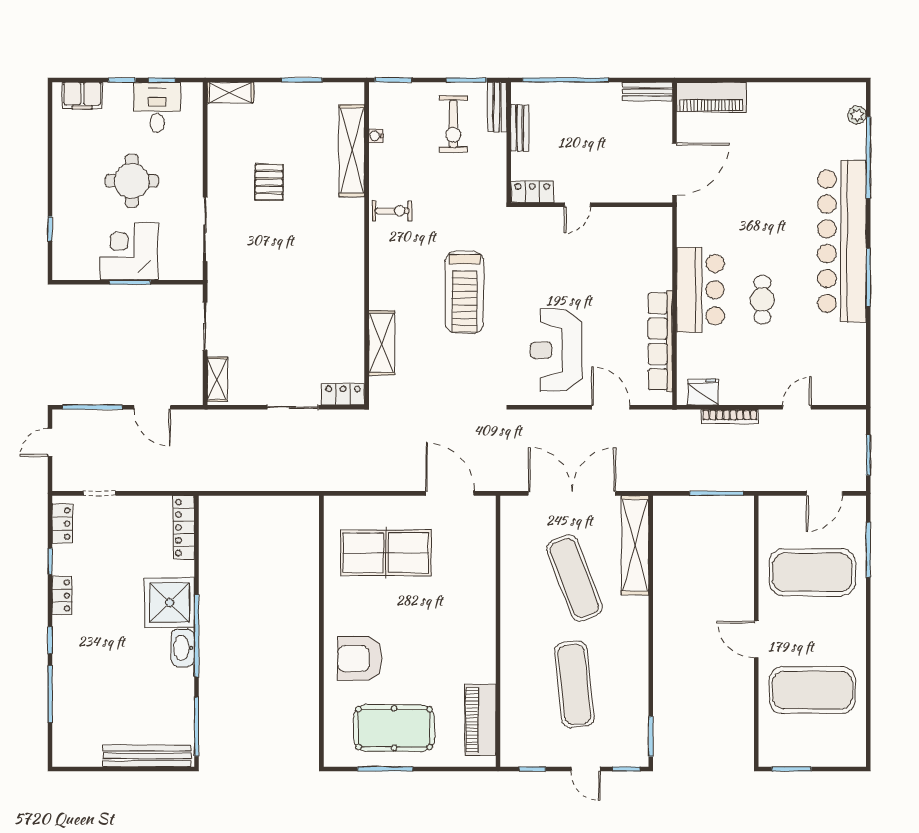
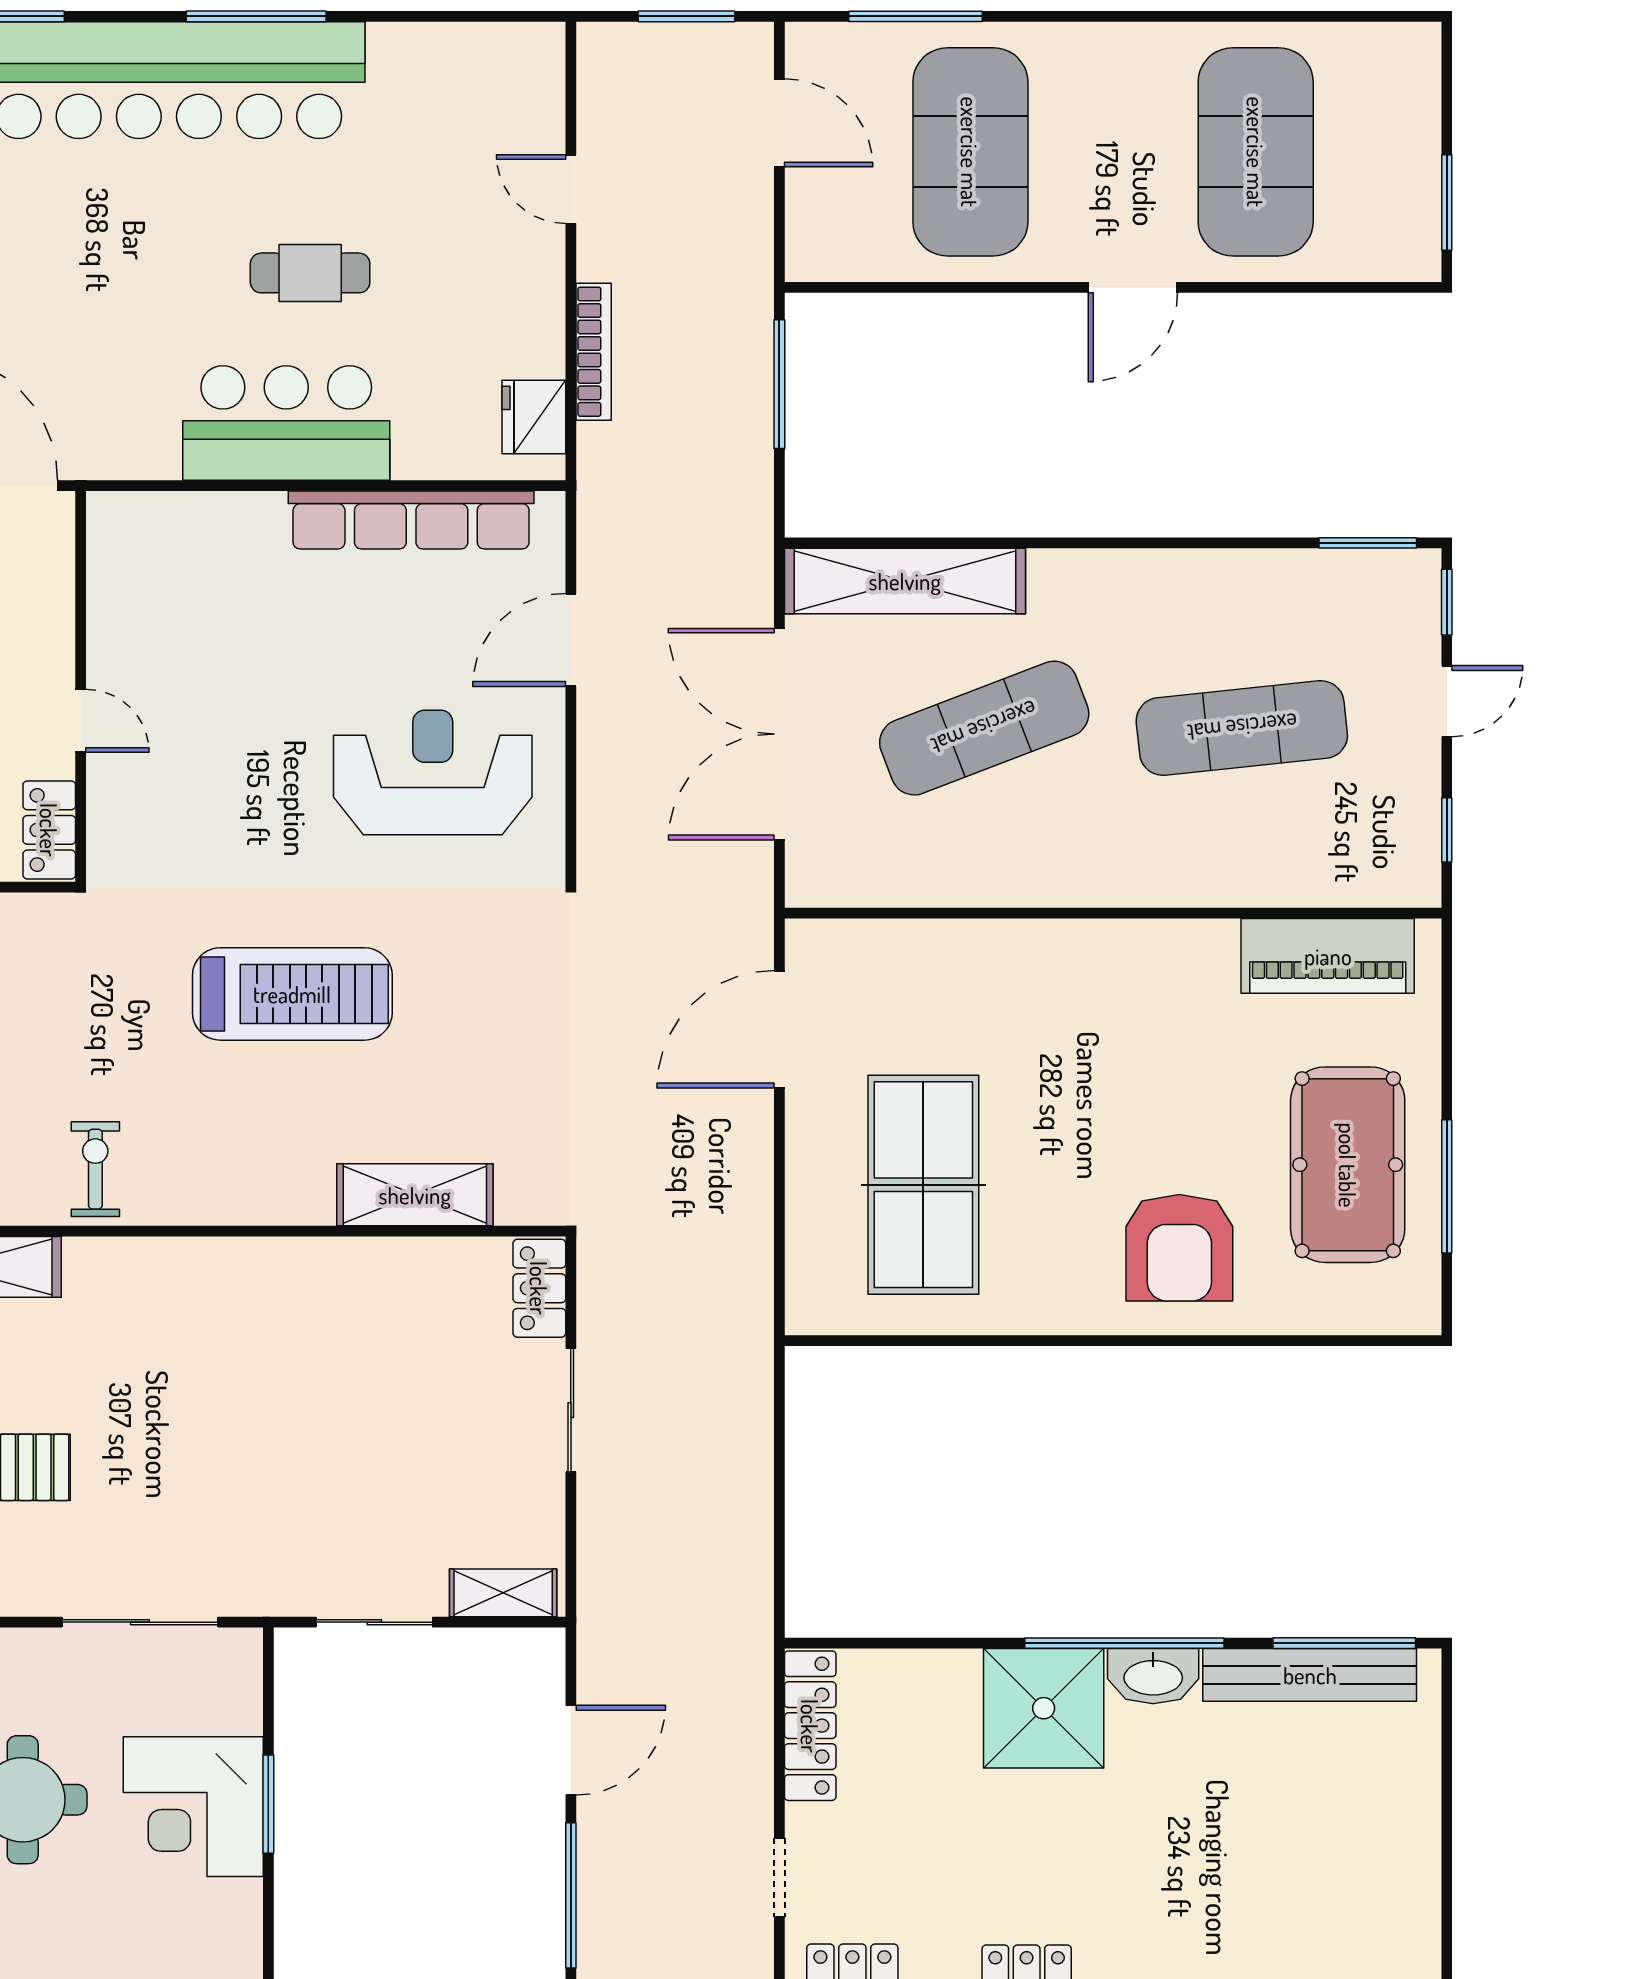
reception desk: (556, 350) -> (433, 772), turned 180
locker: (184, 527) -> (810, 1726), moved, turned -90
bench: (147, 756) -> (1310, 1675), moved, turned 90

